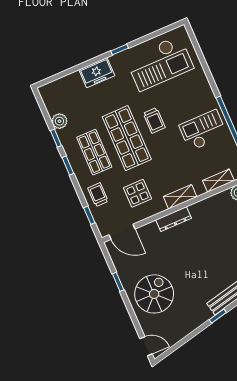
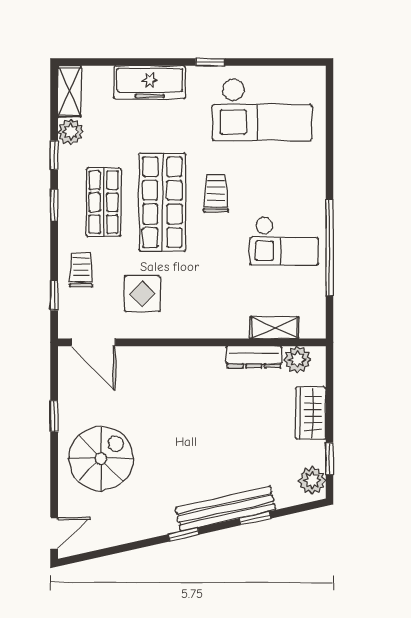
freezer: (97, 73) -> (150, 82), width x1.40
trolley: (154, 120) -> (216, 193), turned 180
checkout: (203, 130) -> (284, 241), turned 180
shelving: (180, 197) -> (69, 91), moved, turned 90
dresser: (174, 219) -> (254, 357), moved
door: (146, 346) -> (54, 533), hinge flipped

